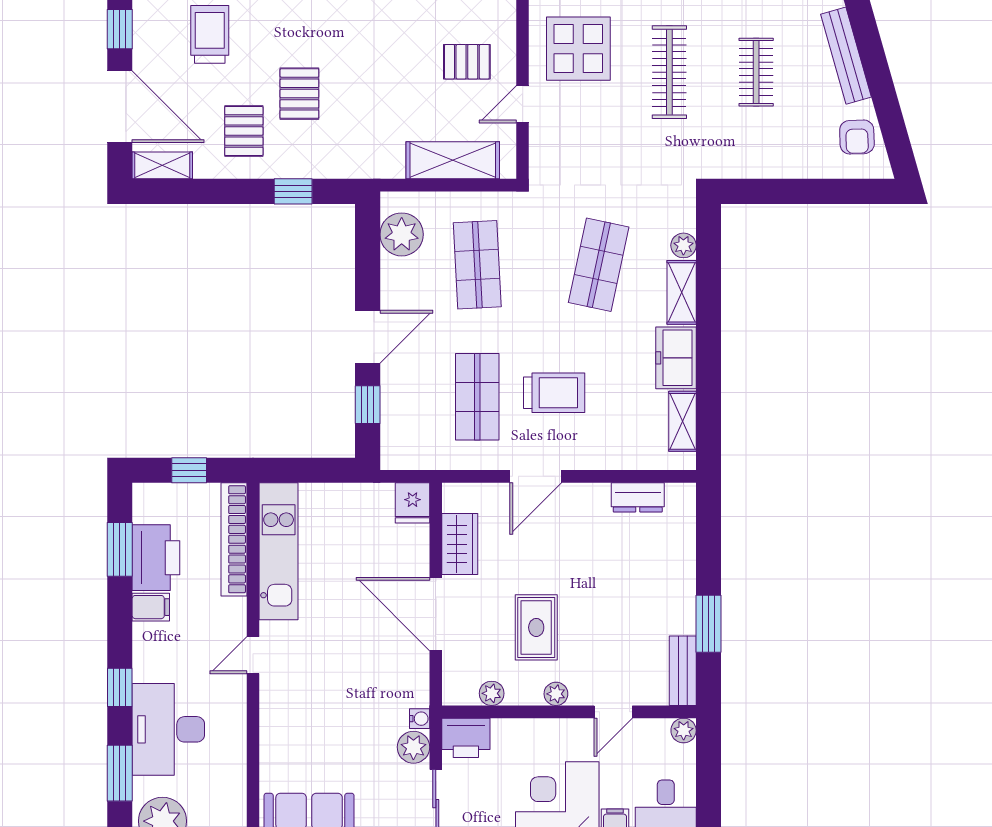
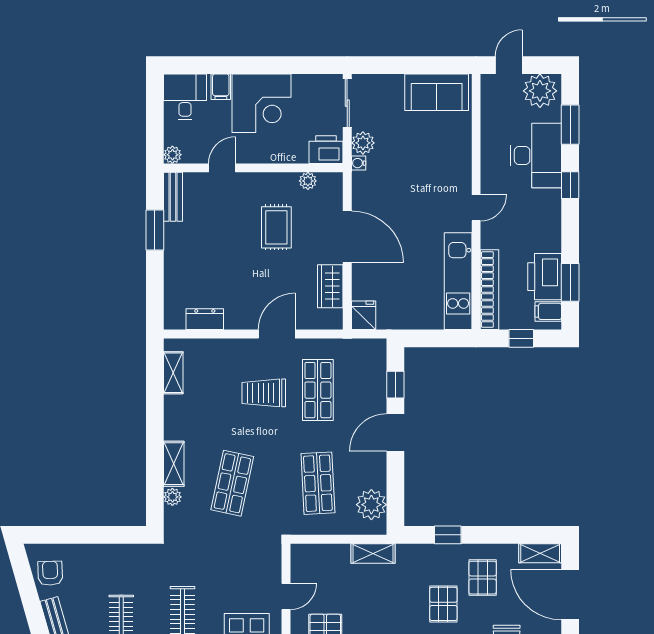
shelving: (453, 160) -> (373, 554), moved, width x0.67, depth x0.75
freezer: (676, 358) -> (178, 418), removed
filing cabinet: (151, 607) -> (548, 311), moved
plant: (556, 694) -> (262, 181), removed

